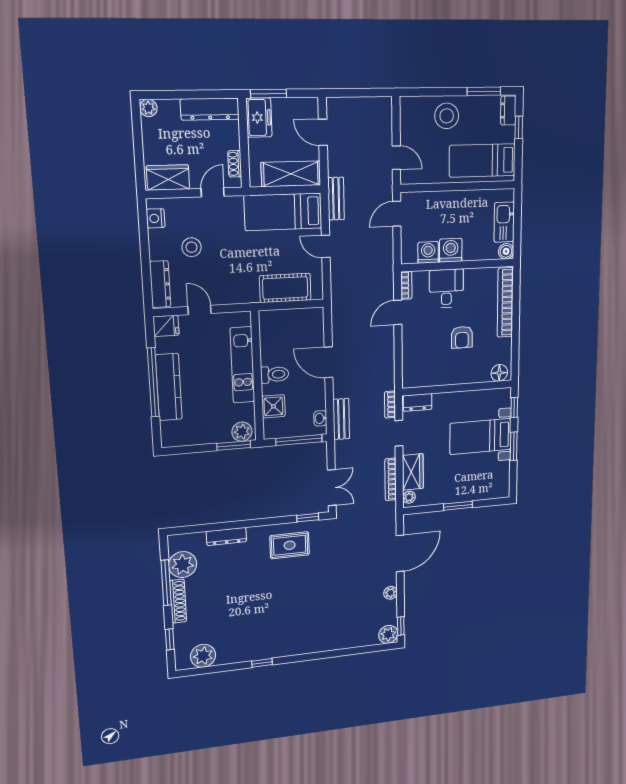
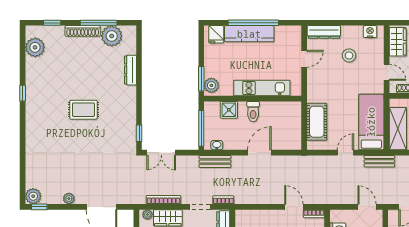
fridge: (166, 326) -> (216, 34), moved
rug: (290, 545) -> (83, 110), moved, turned 90

